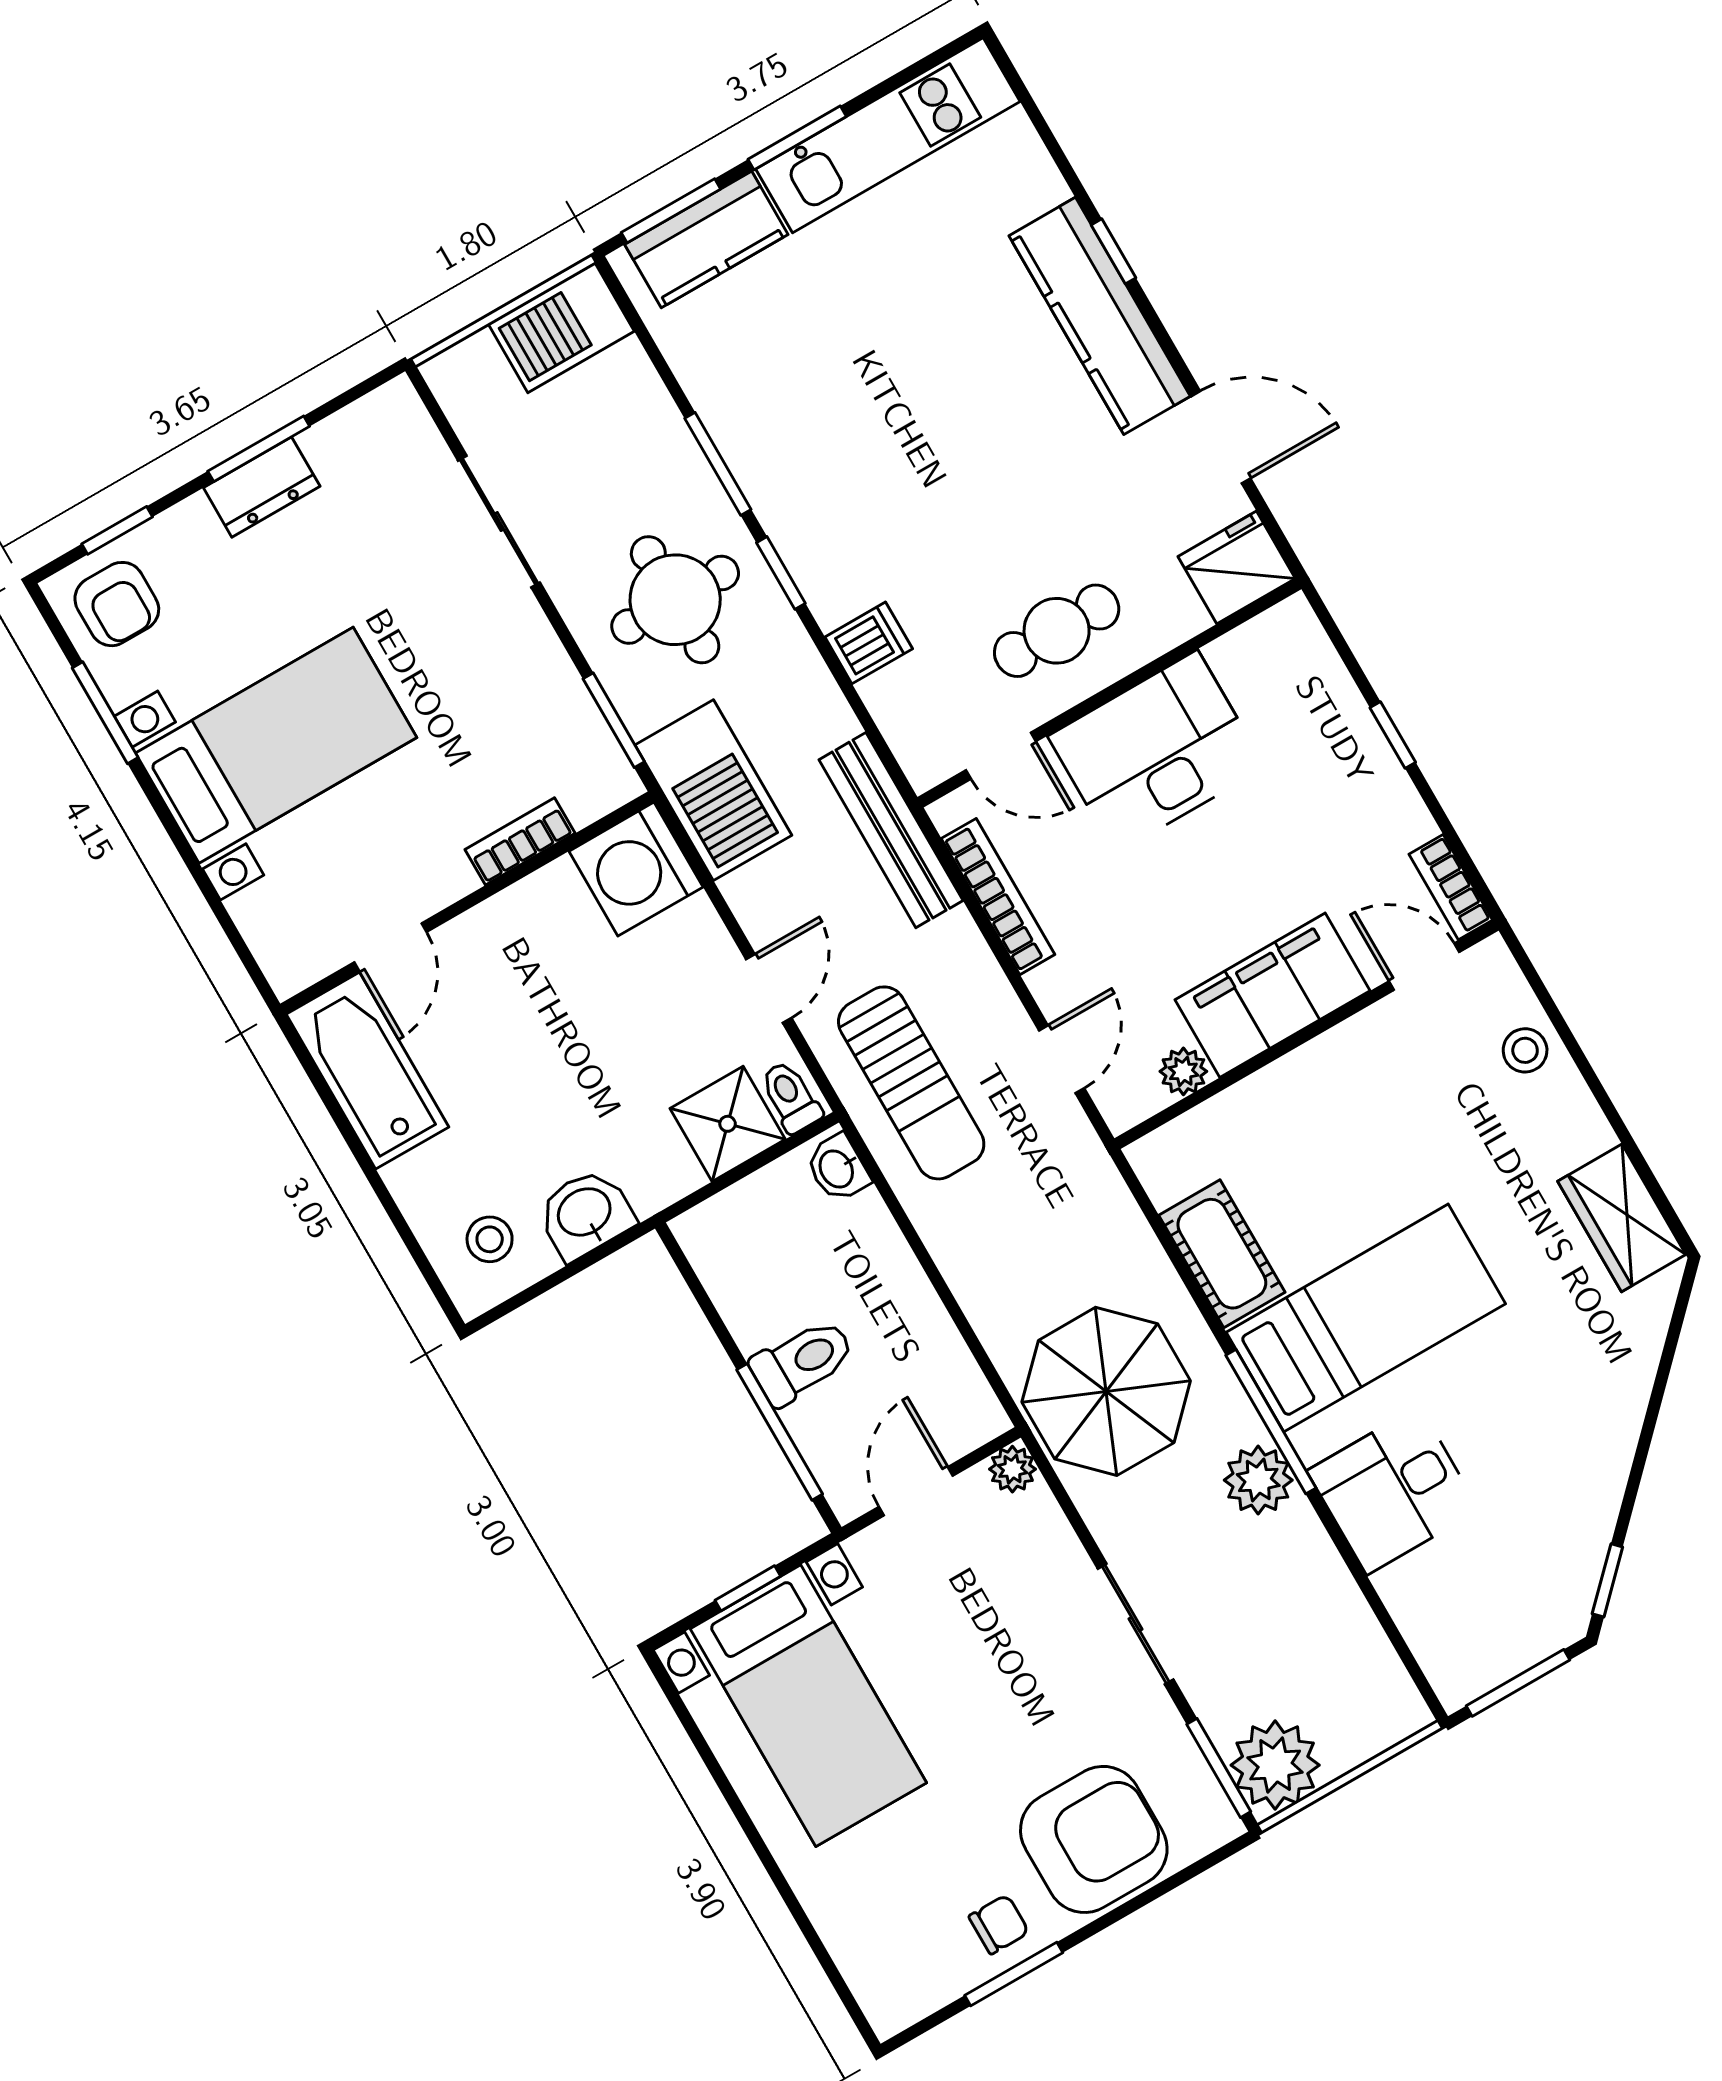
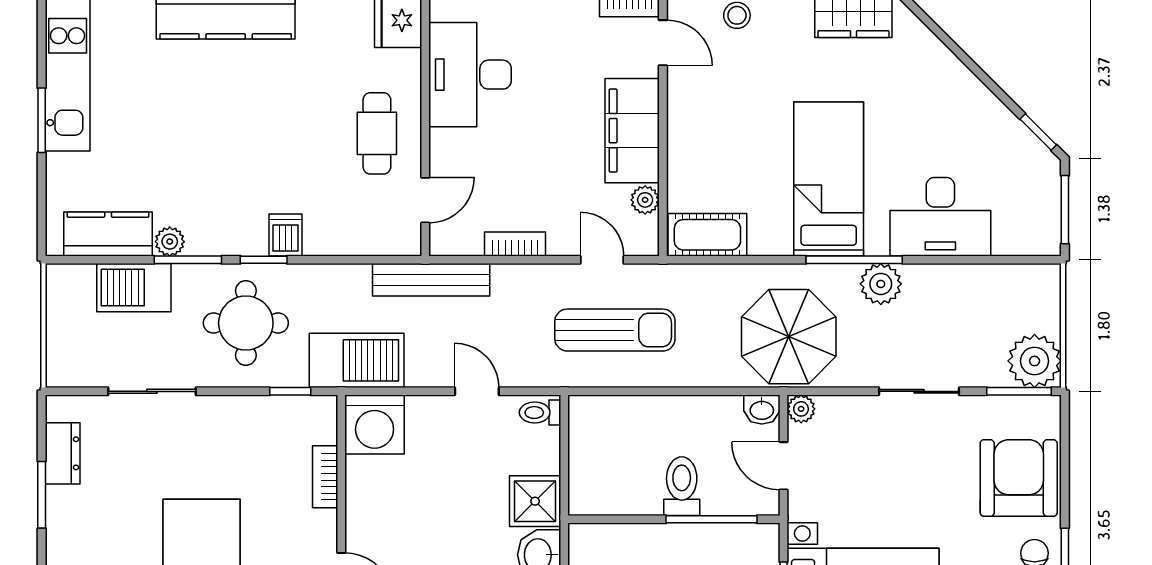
window: (671, 211) -> (42, 208), removed
kitchen counter: (706, 240) -> (108, 234), moved, turned -90
barbecue: (561, 327) -> (134, 288), moved, turned 90
plant: (729, 423) -> (170, 242), added
dresser: (262, 487) -> (63, 453), moved
dishwasher: (869, 643) -> (286, 235), moved
window: (614, 720) -> (290, 391), width x0.67
desk: (1156, 752) -> (470, 75), moved
bookcase: (998, 897) -> (515, 244), width x0.64
door: (1424, 967) -> (663, 43), swing flipped
sun lounger: (911, 1083) -> (615, 330), moved
shower: (728, 1124) -> (535, 501), moved
washbasin: (838, 1168) -> (762, 410), moved
cot: (1222, 1254) -> (707, 235), moved
desk: (1393, 1490) -> (940, 217), width x1.37

